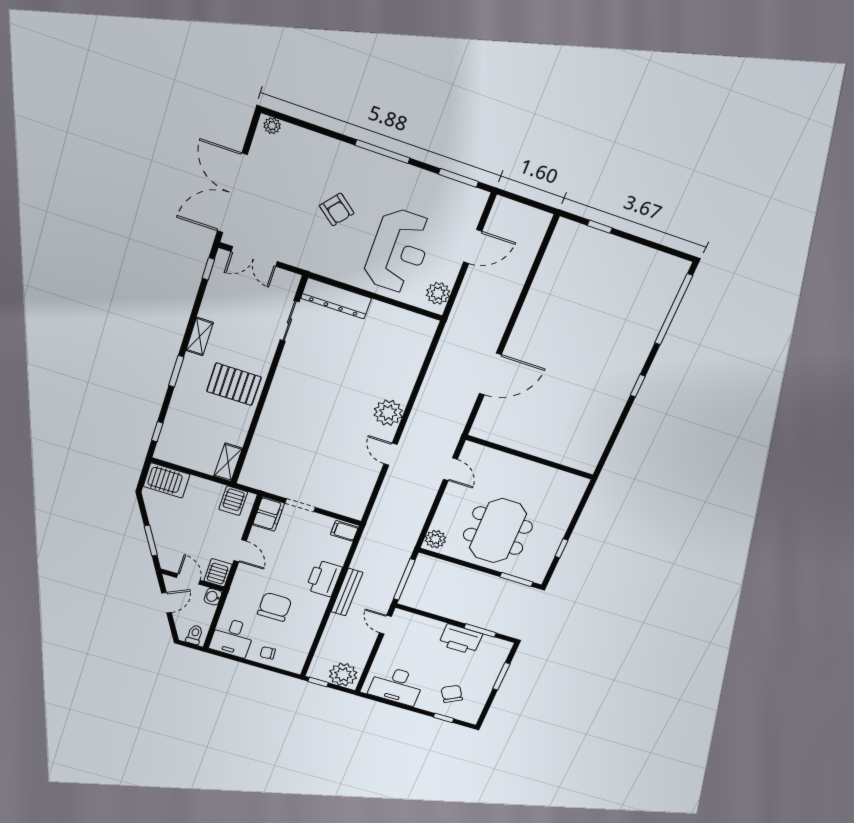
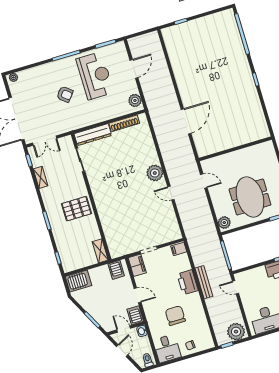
reception desk: (399, 251) -> (95, 76), moved
shoe rack: (396, 315) -> (124, 123), added
shelving: (200, 336) -> (41, 177), moved

